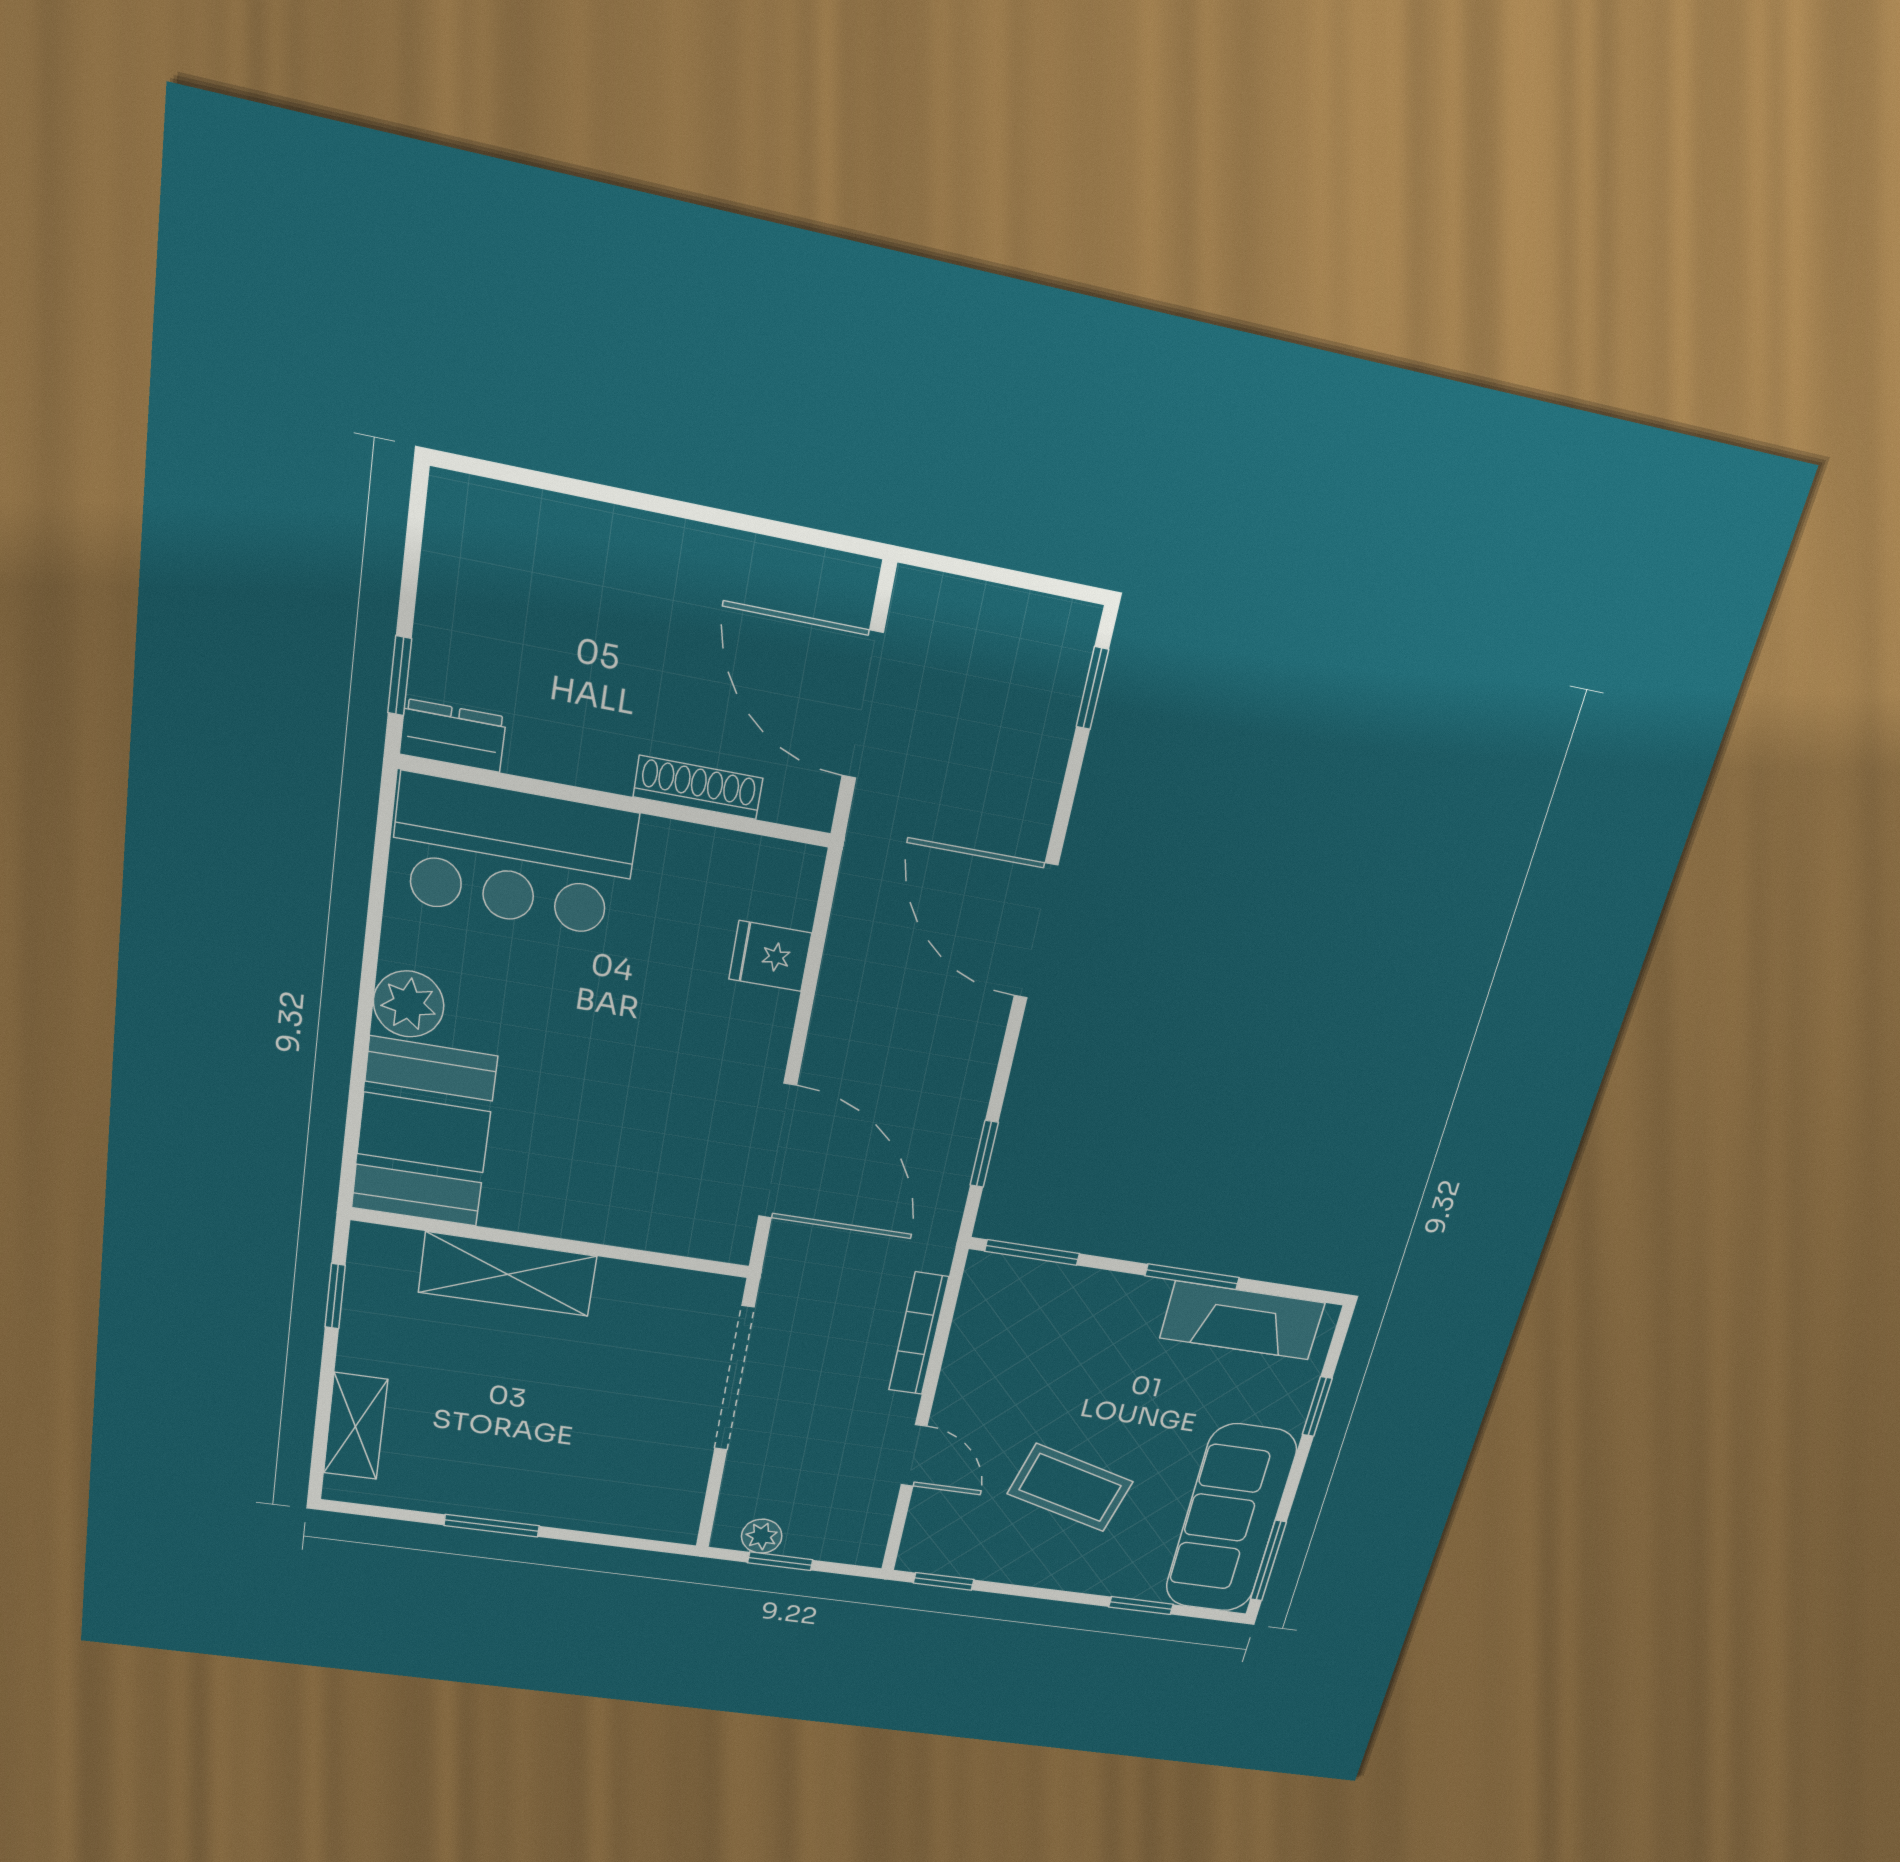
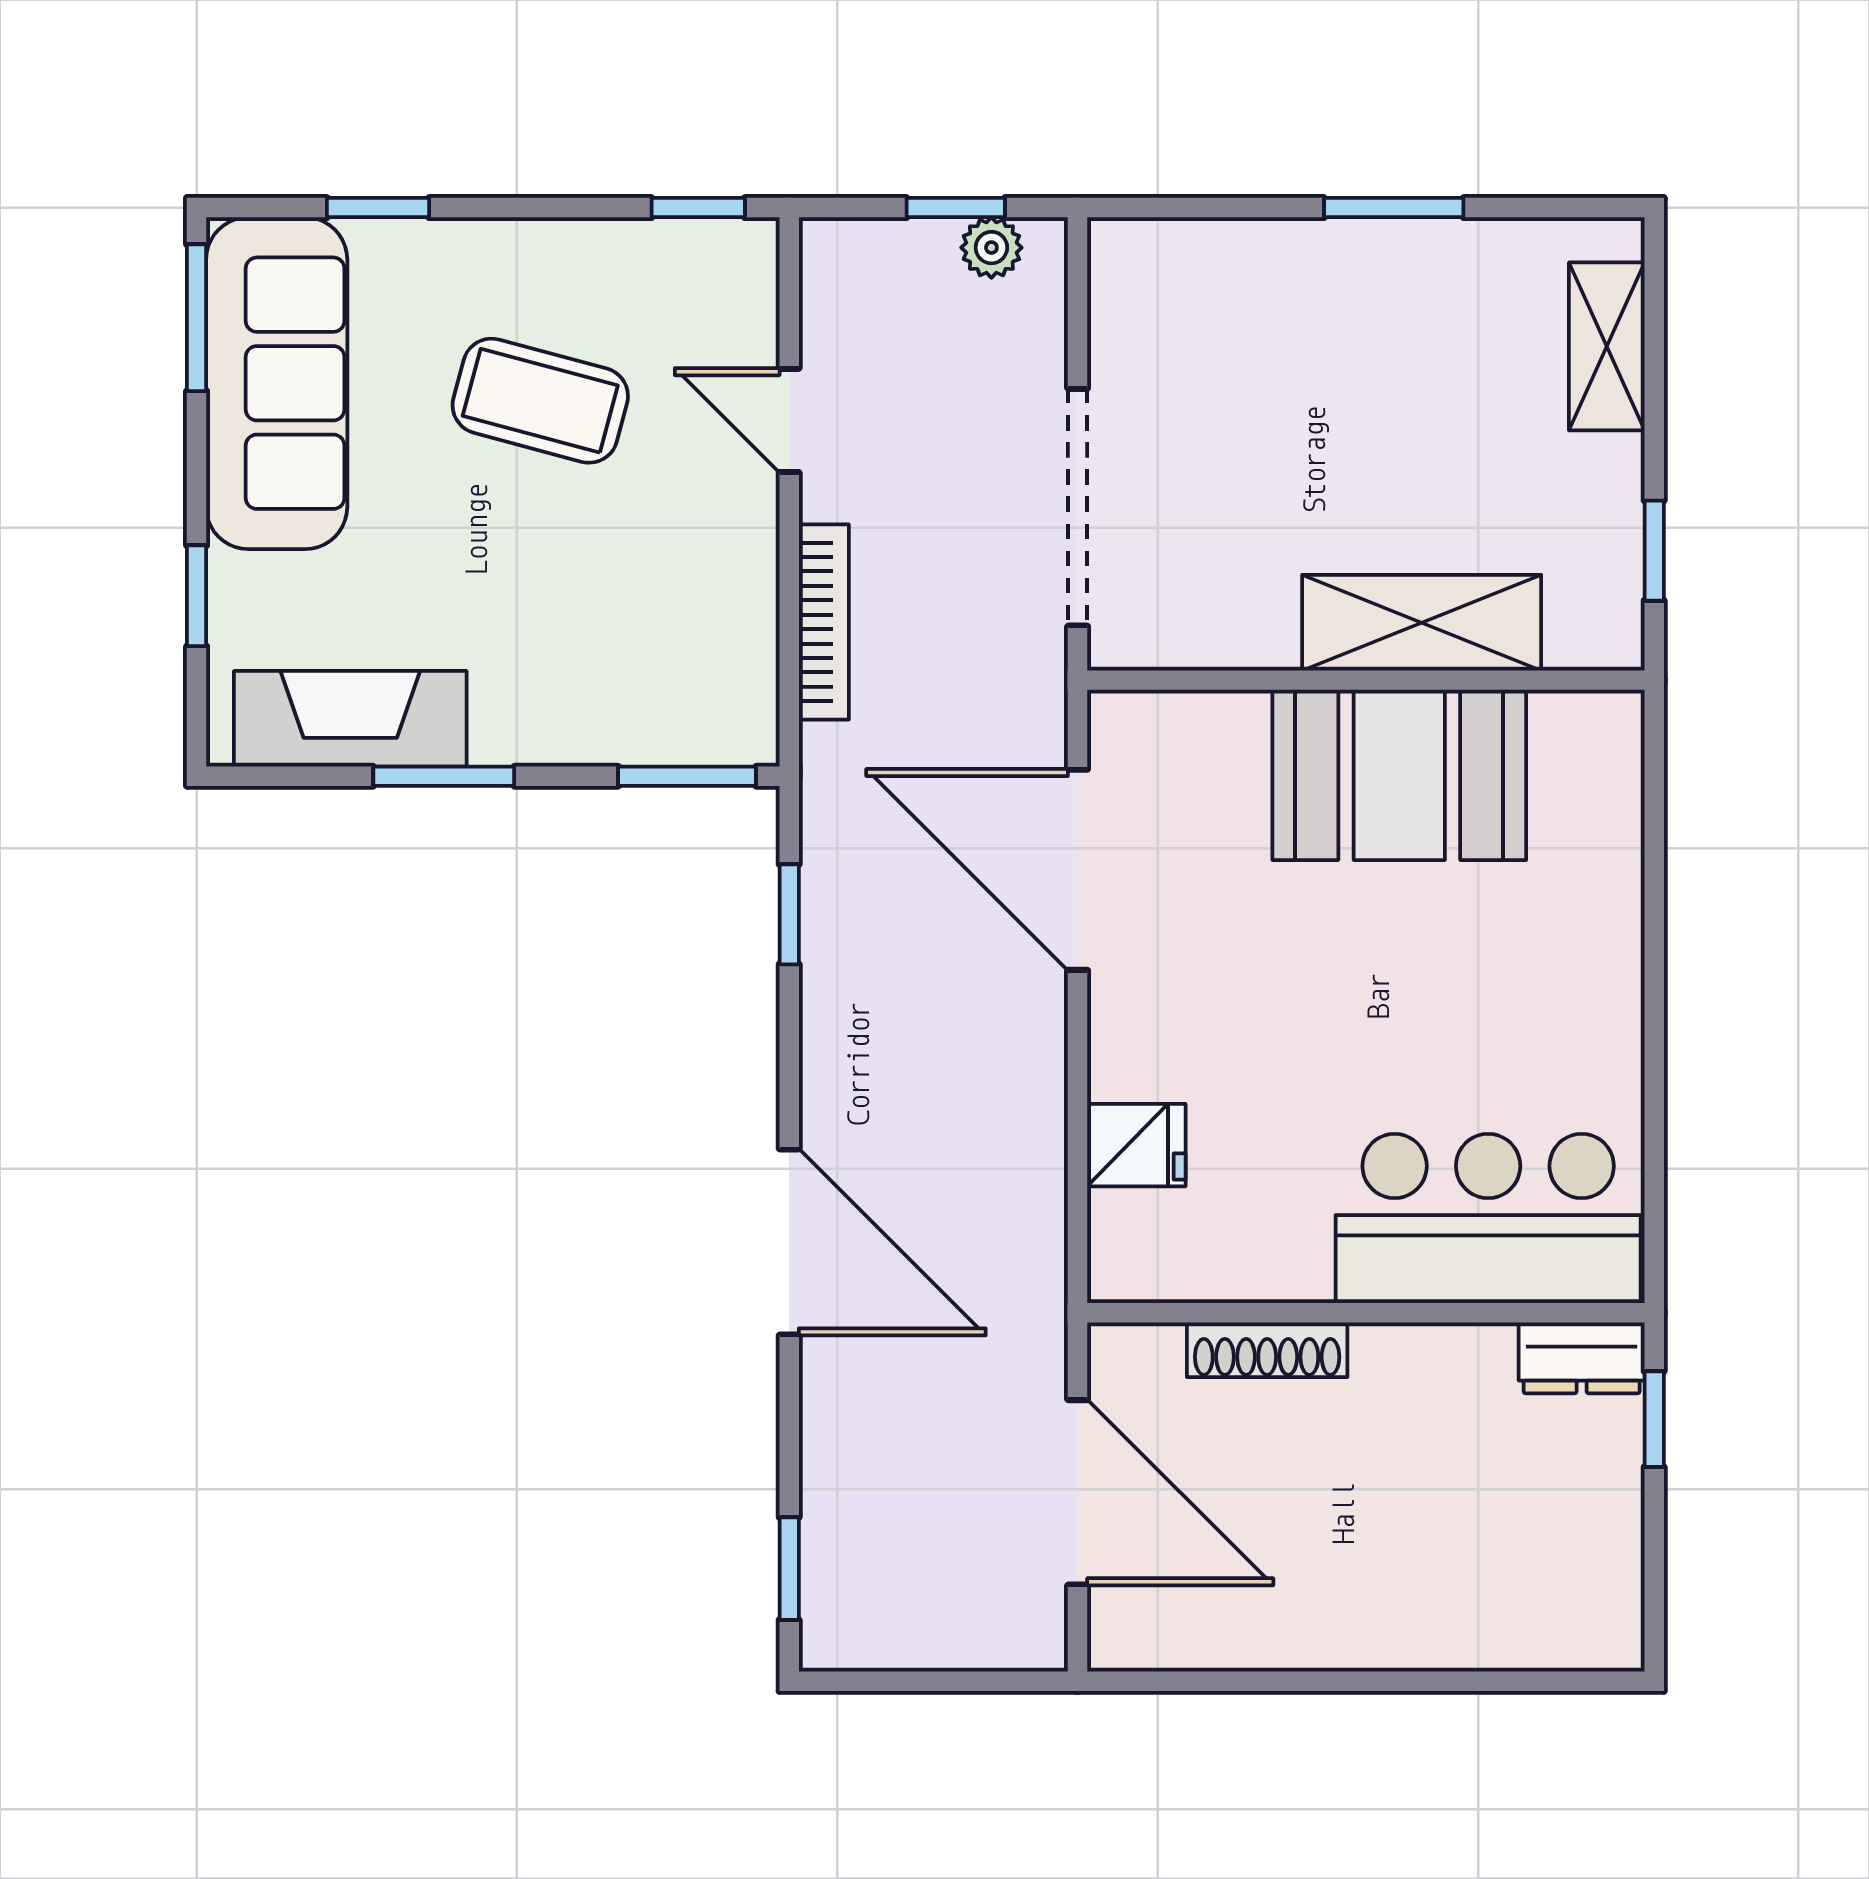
plant: (409, 1004) -> (1599, 996), removed
booth: (424, 1133) -> (1399, 775), moved, turned 90

